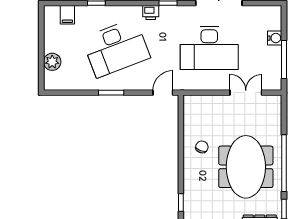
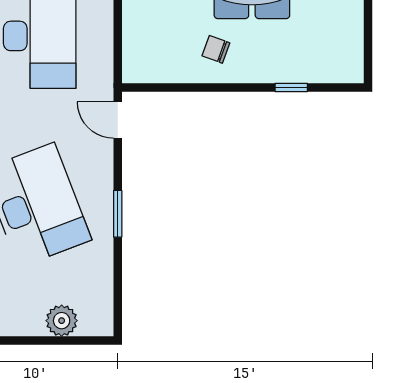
window: (181, 202) -> (291, 87), moved

